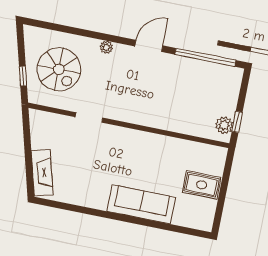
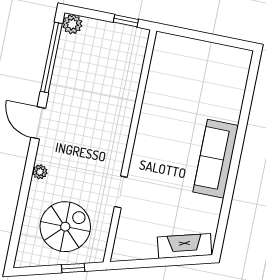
plant: (224, 125) -> (72, 24), moved
rug: (202, 185) -> (199, 62), removed
sofa: (141, 204) -> (216, 159), moved

